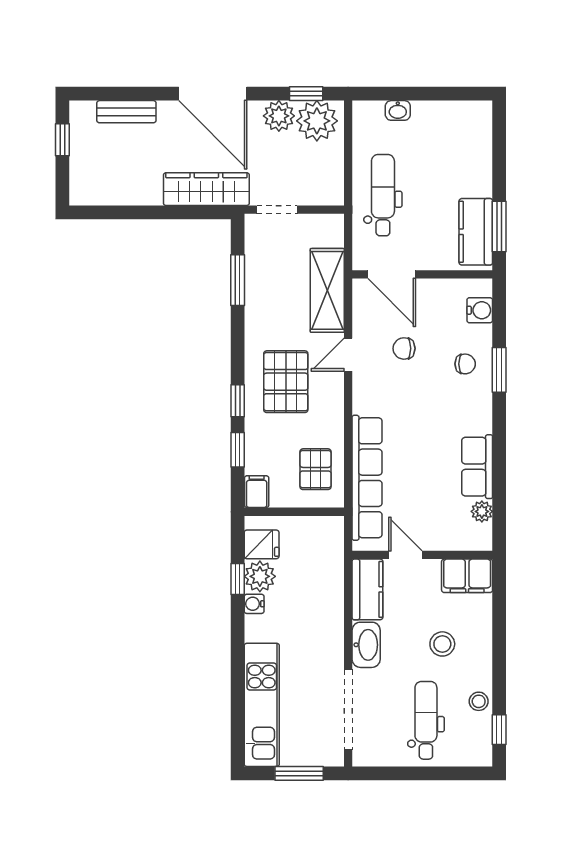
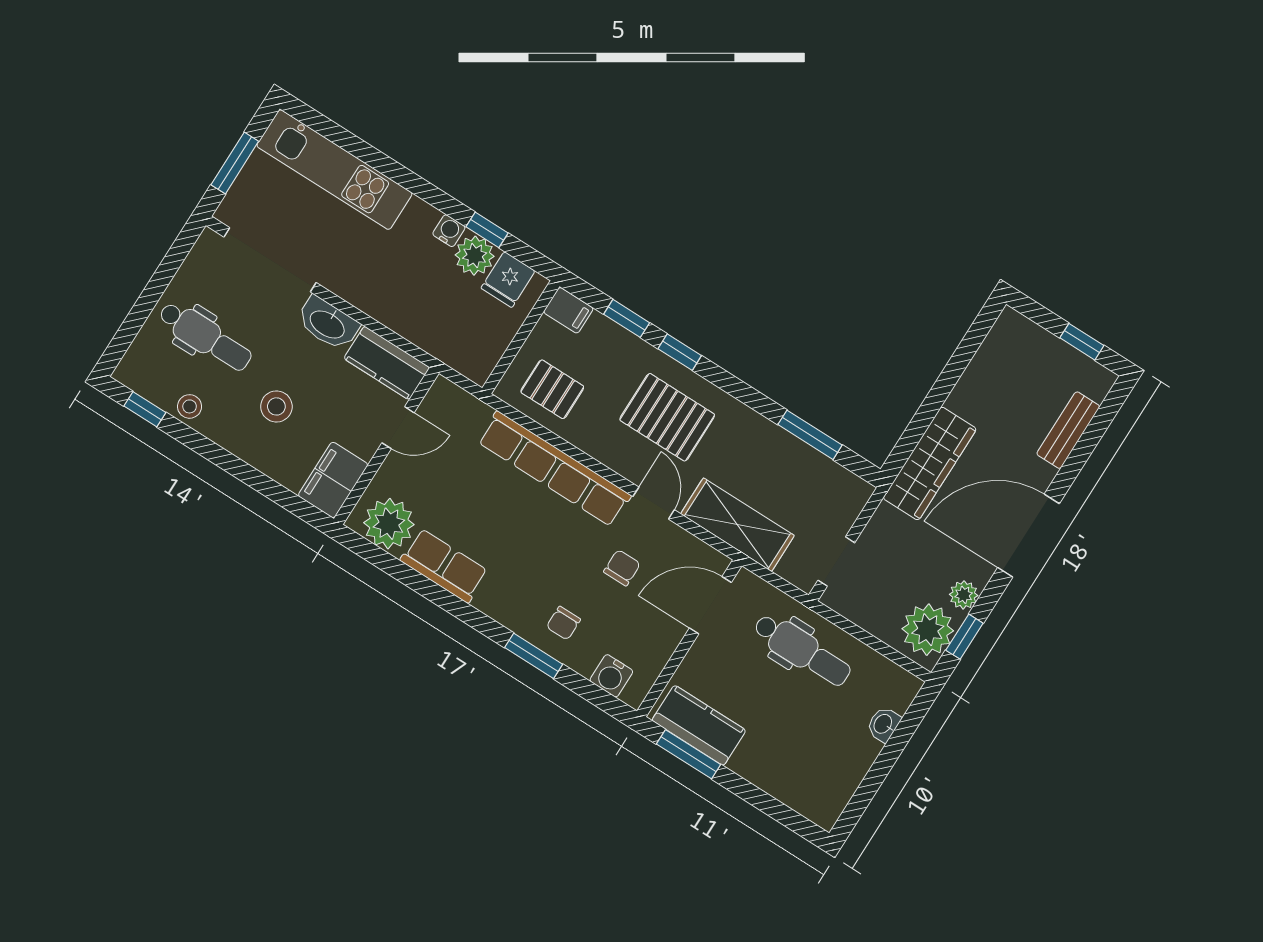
plant: (279, 116) -> (964, 595), width x0.73, depth x0.73
doorway: (277, 210) -> (836, 562), moved
row of seats: (367, 478) -> (554, 469), moved
plant: (482, 511) -> (389, 524), width x1.88, depth x1.88

